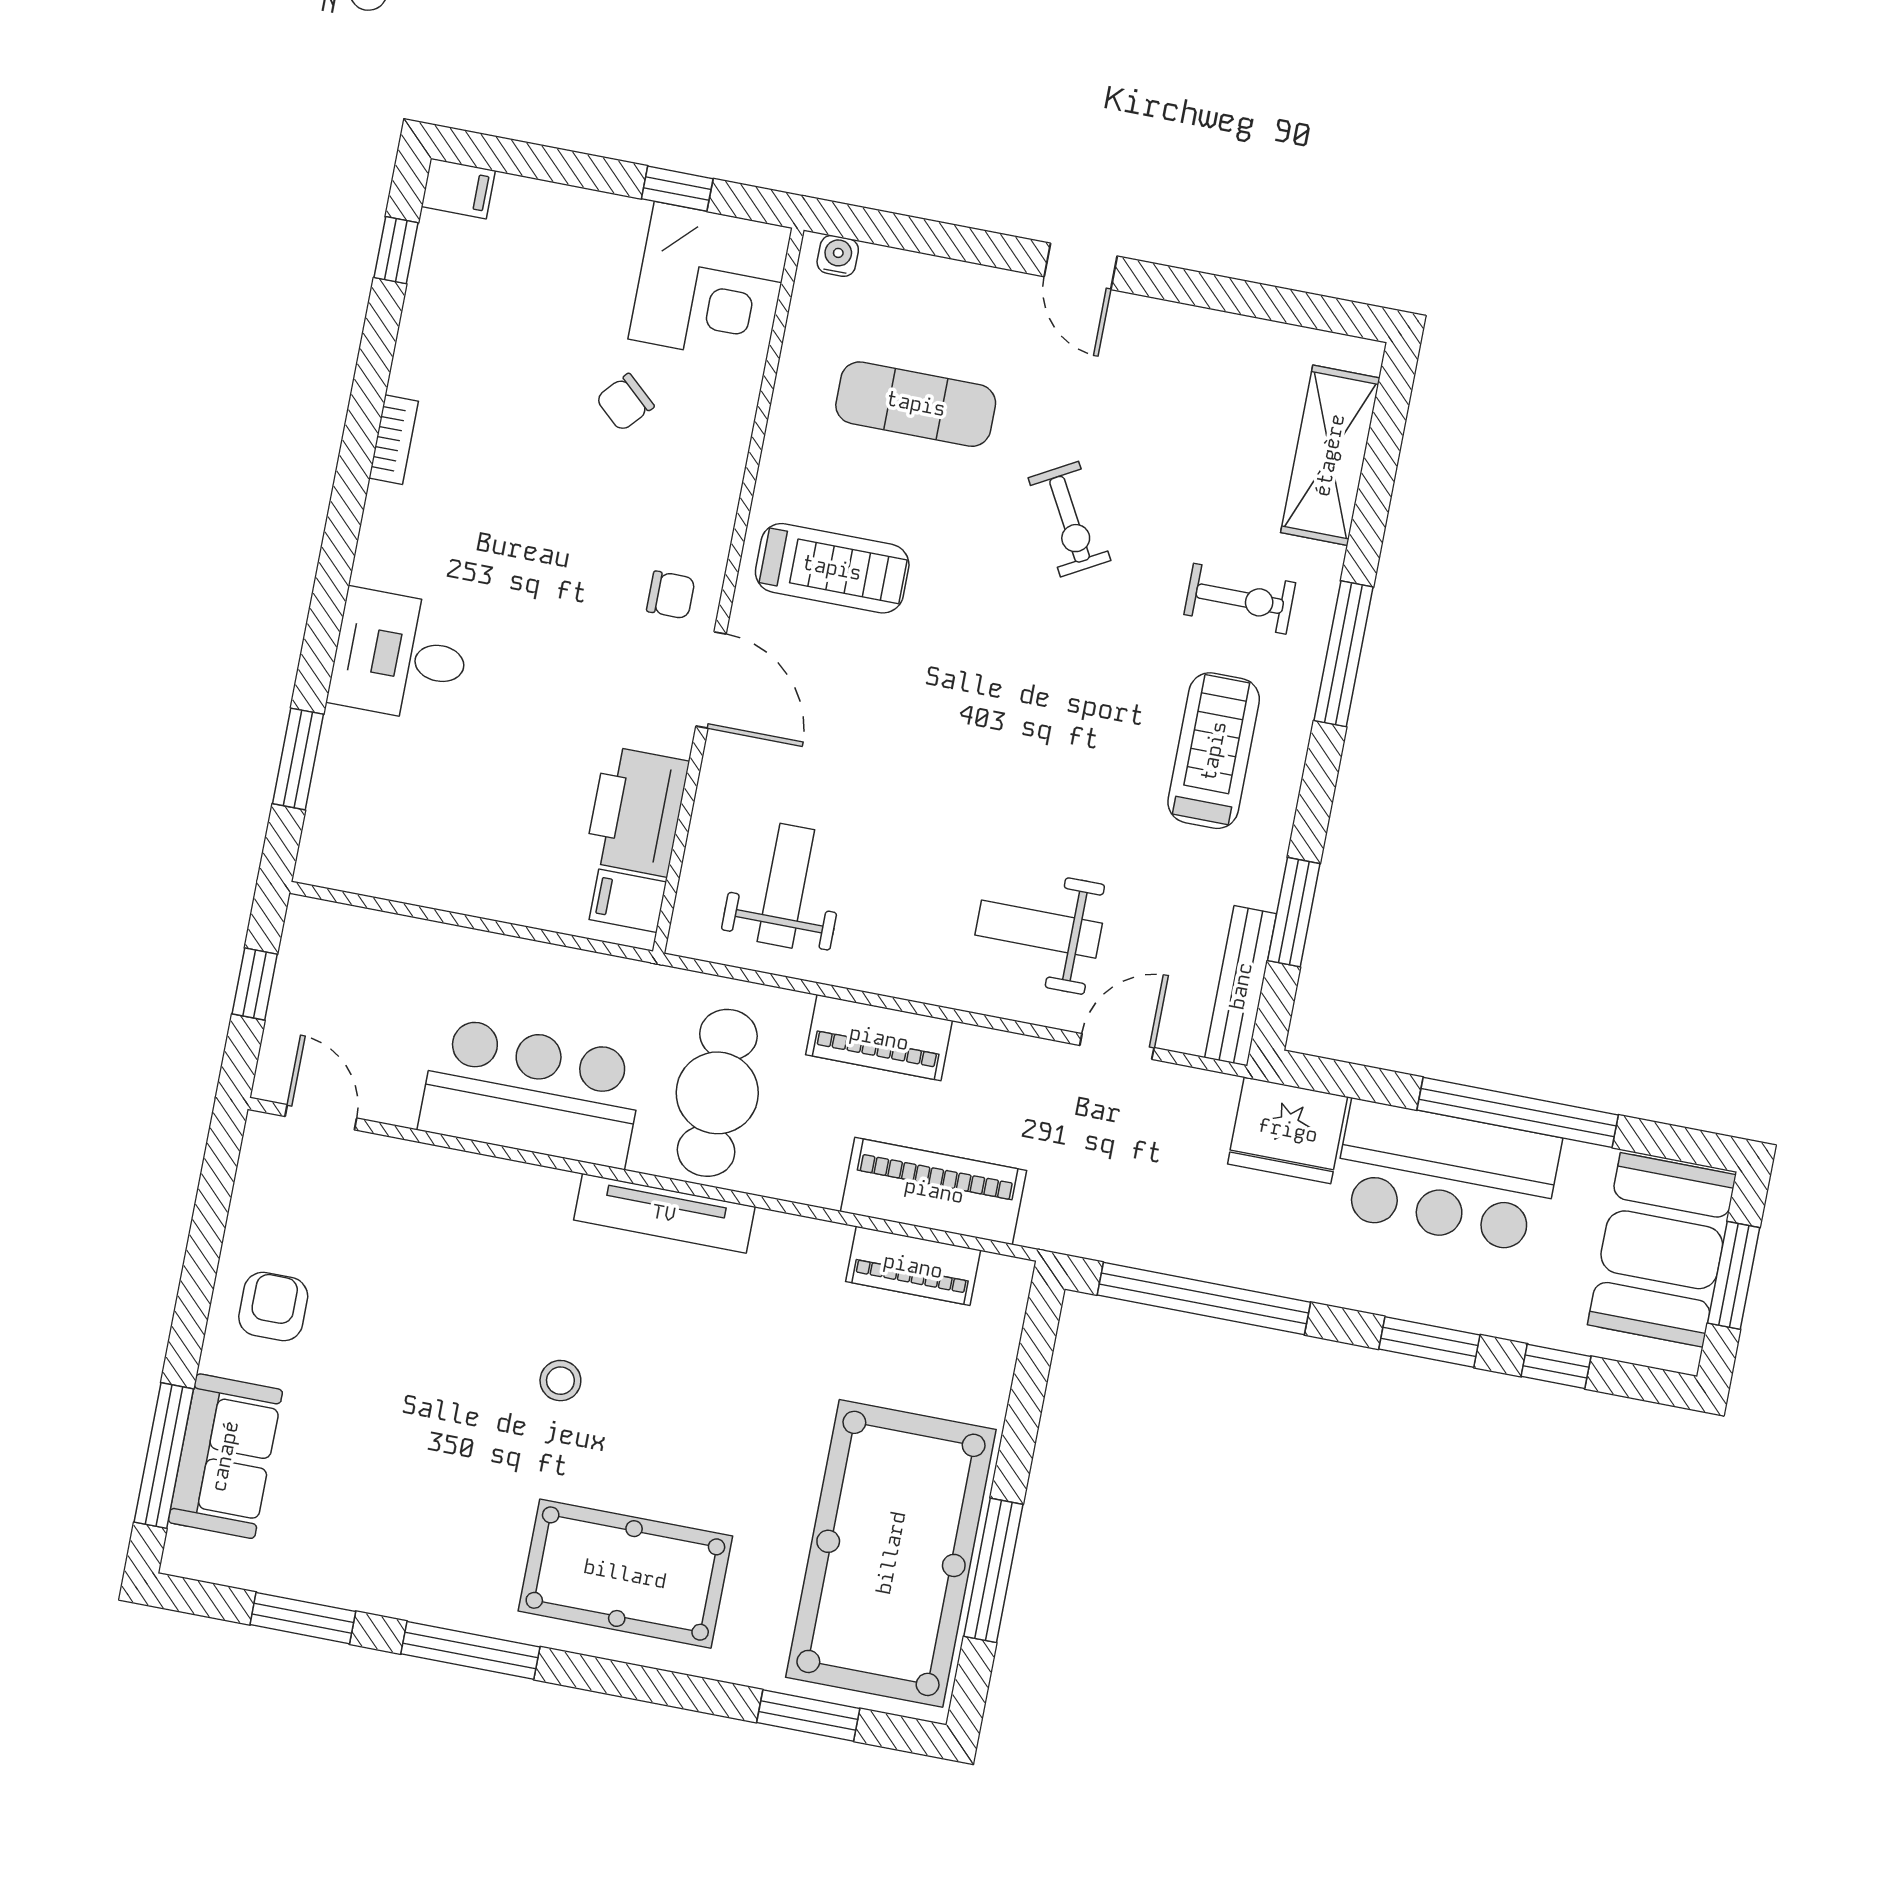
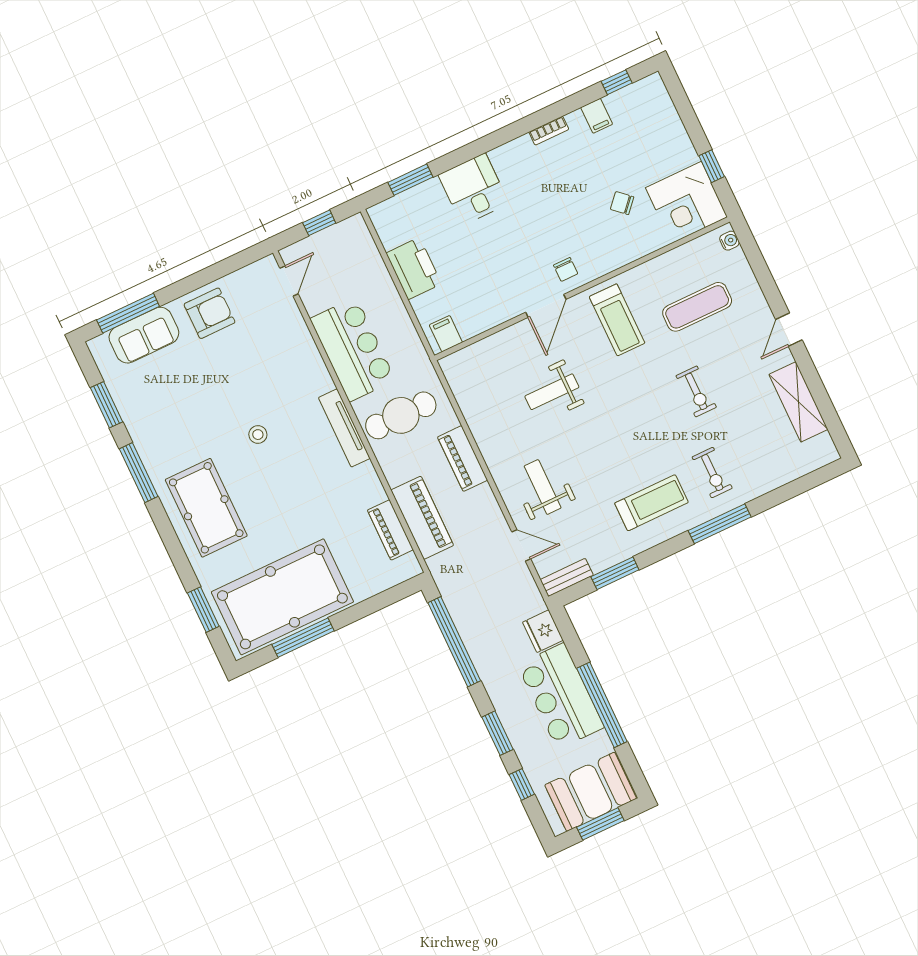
filing cabinet: (458, 189) -> (597, 116), moved
exercise mat: (916, 404) -> (697, 307), turned 90
shelving: (1330, 455) -> (798, 402), moved, turned 90
exercise bike: (1070, 519) -> (696, 391), turned -61
printer: (637, 811) -> (414, 268), moved, turned 90
weight bench: (786, 886) -> (552, 392), moved, turned 180
bench: (1241, 986) -> (567, 577), width x0.73
fridge: (1288, 1130) -> (543, 631), width x0.73, depth x0.75
armchair: (273, 1307) -> (210, 313), width x1.38, depth x1.38

